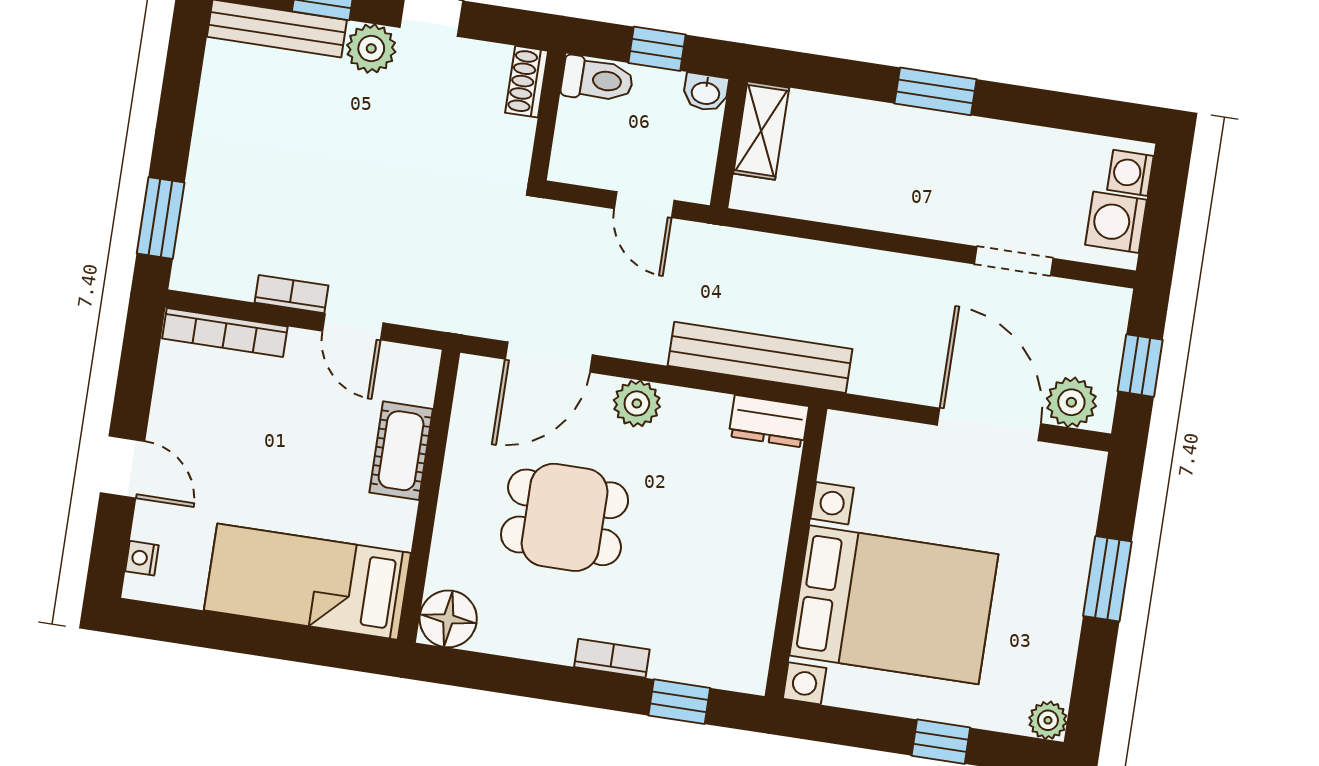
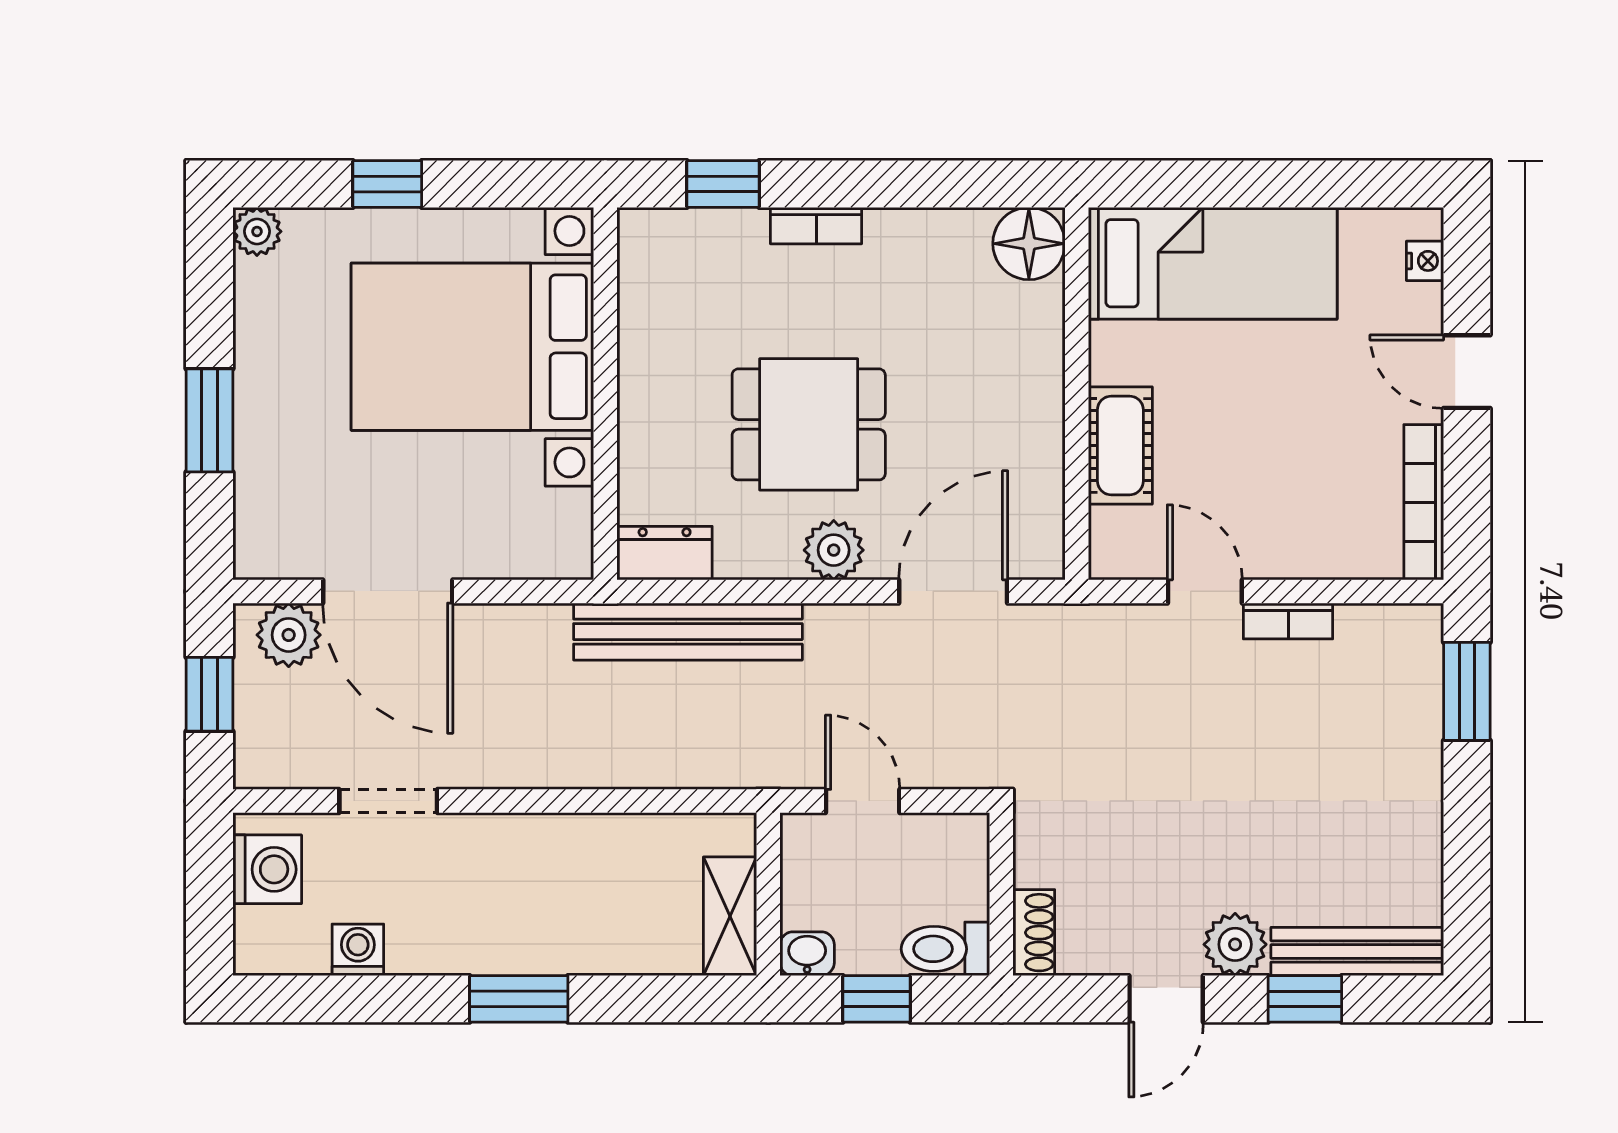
washing machine: (1130, 173) -> (358, 950), moved, turned -90
bookcase: (225, 333) -> (1424, 502), moved, turned -90
dining table: (565, 517) -> (809, 424), moved

